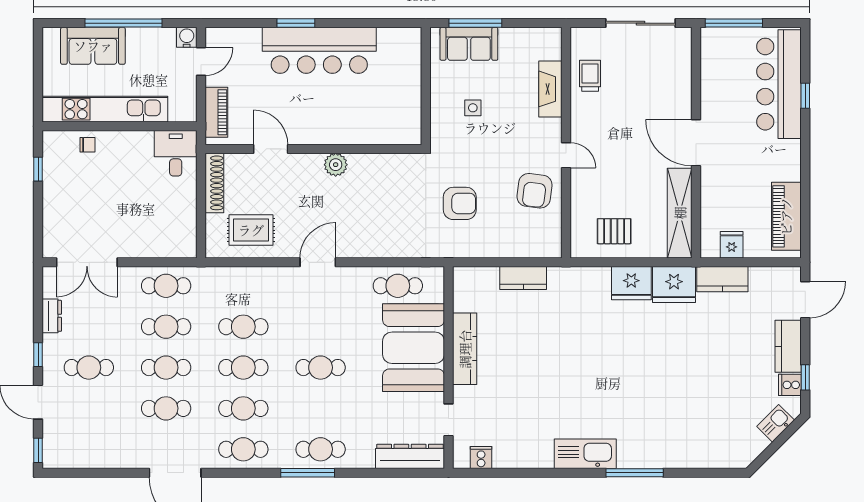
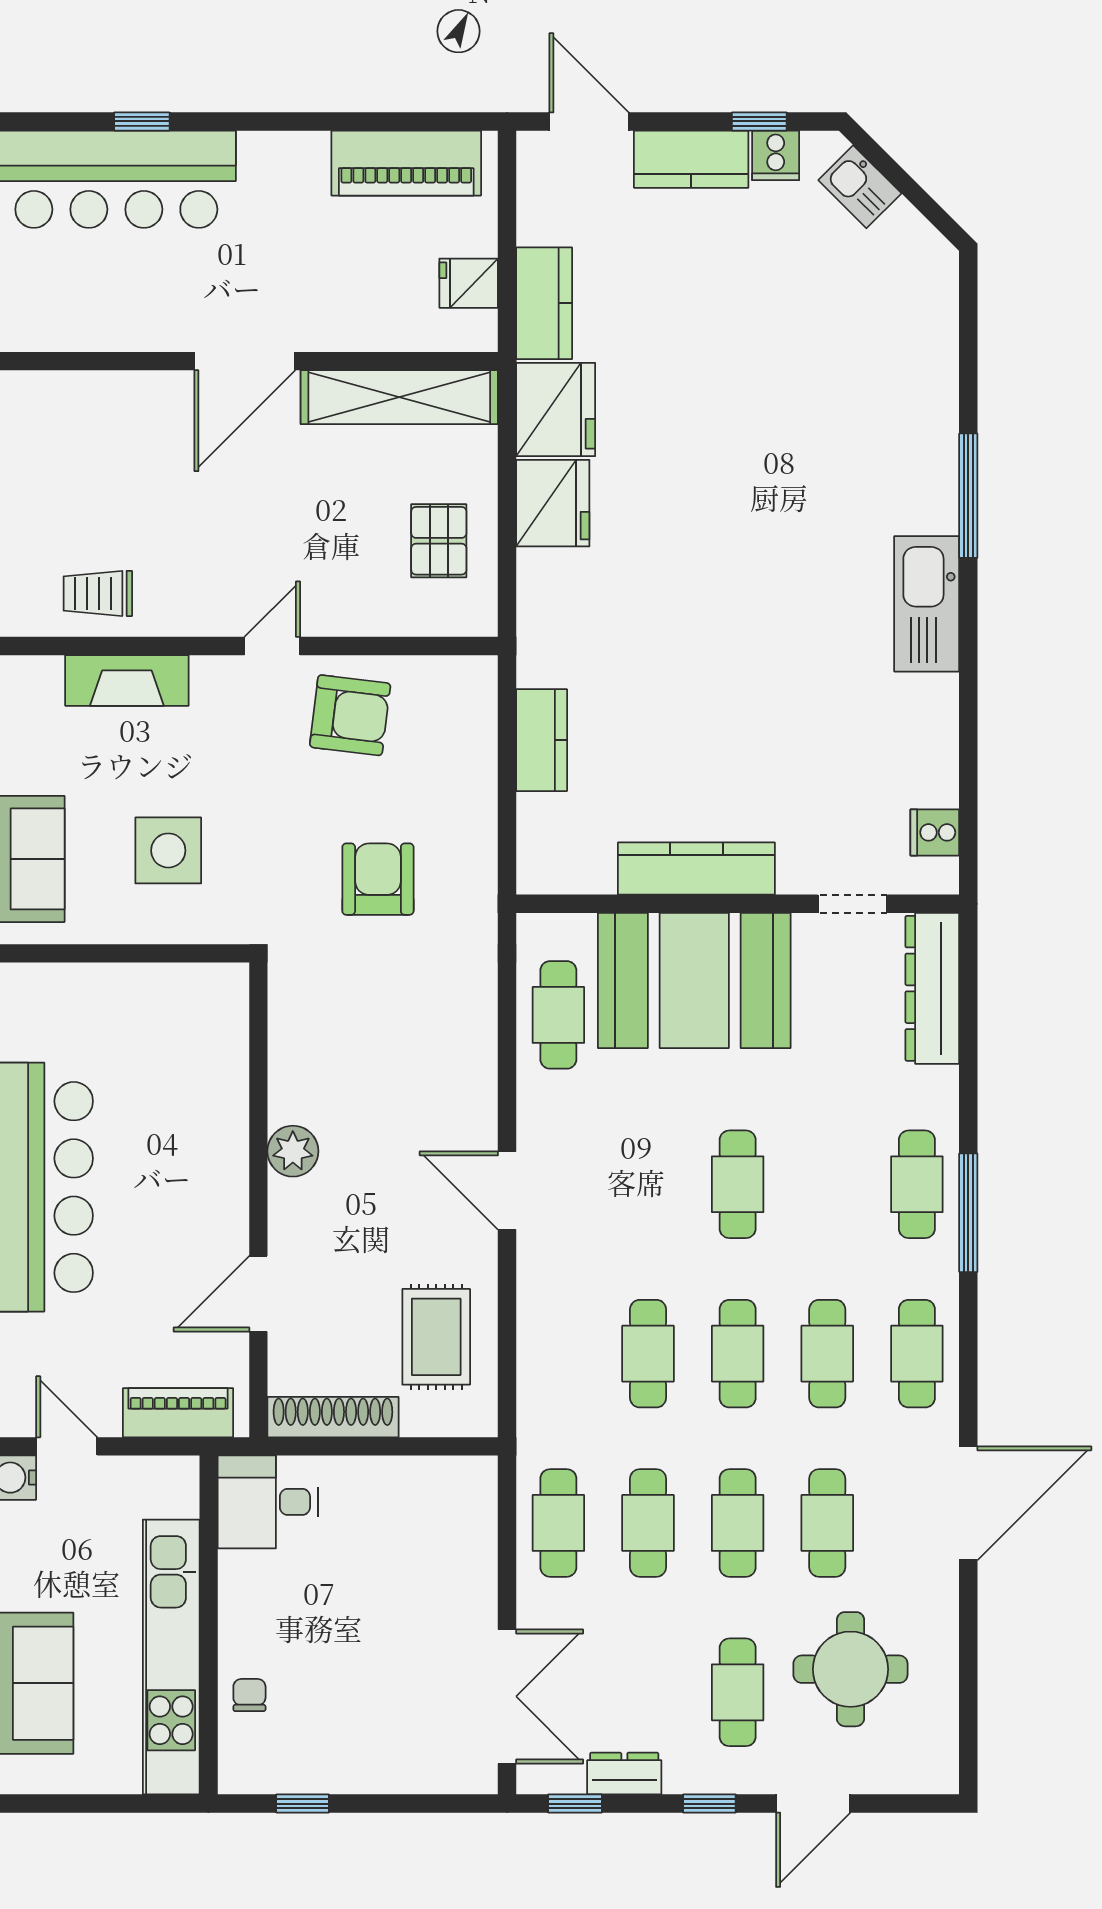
side table: (473, 108) -> (168, 850), width x1.87, depth x1.87
round table: (99, 419) -> (850, 1669), added
window: (38, 450) -> (575, 1804), moved

